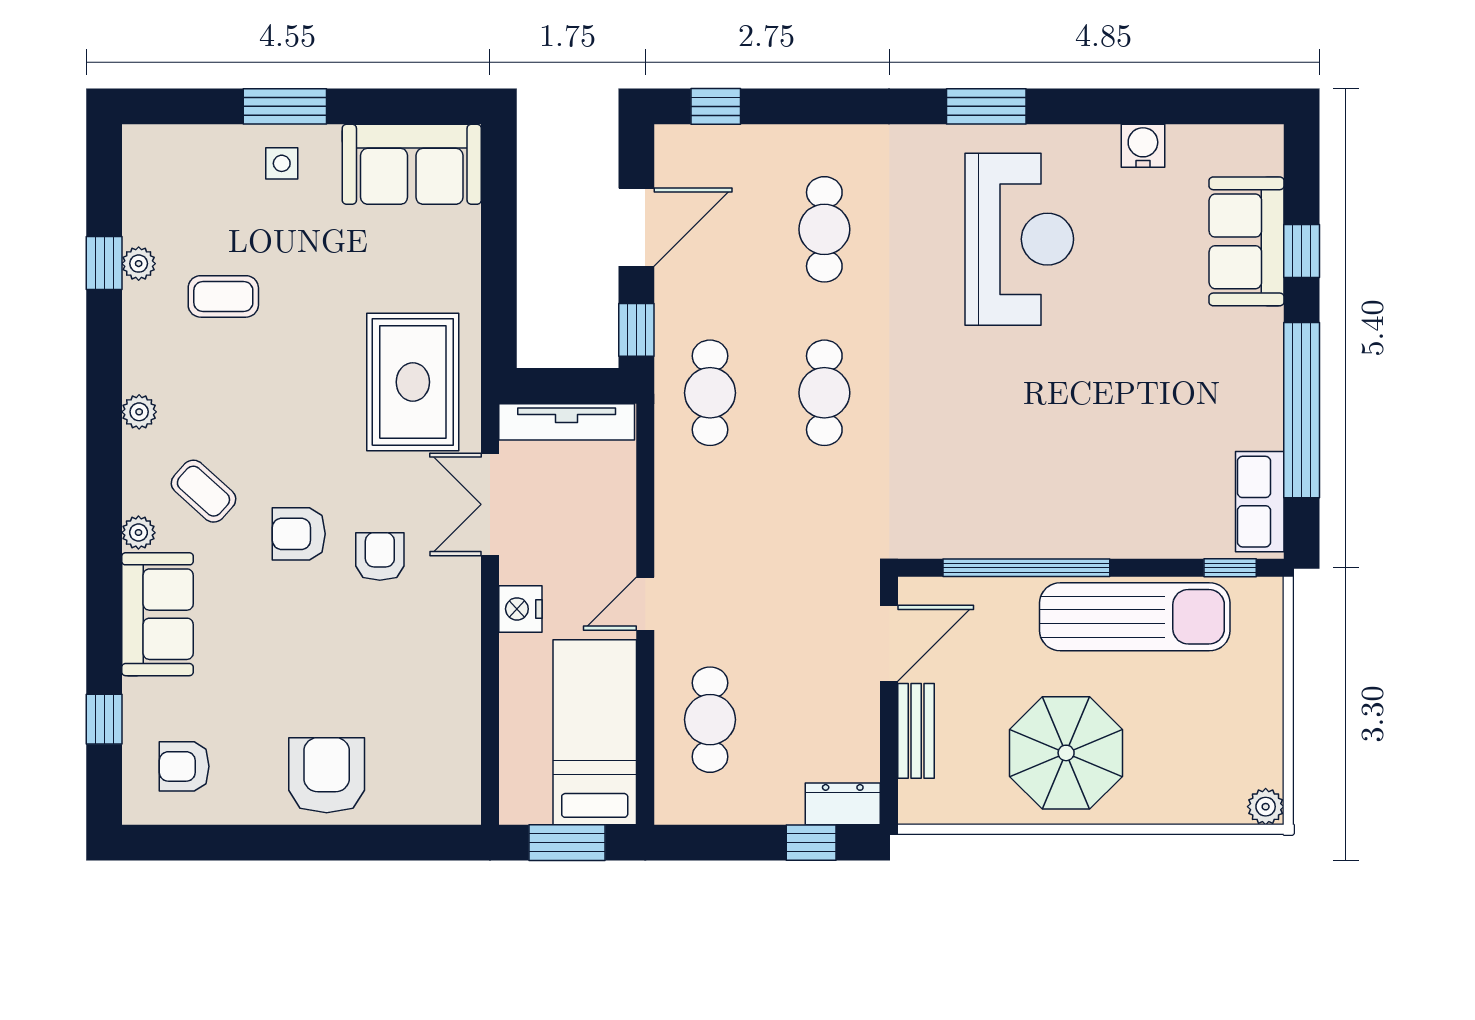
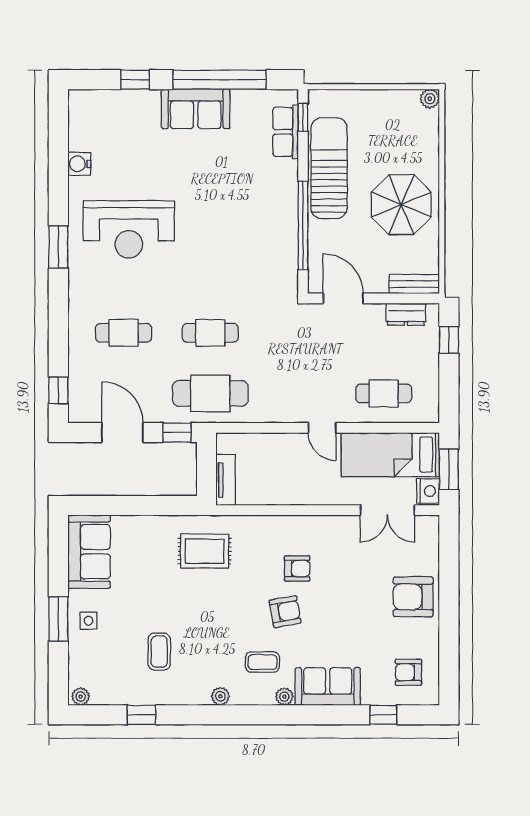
reception desk: (1019, 239) -> (129, 229), turned 180
sofa: (1246, 241) -> (196, 109), moved
plant: (139, 264) -> (81, 697), moved
rug: (413, 382) -> (205, 551), width x0.73, depth x0.70
cafe table: (710, 393) -> (210, 393), width x1.37, depth x1.35
tv unit: (567, 422) -> (226, 480), width x0.71
coffee table: (203, 491) -> (262, 662), turned 48
row of seats: (1260, 502) -> (286, 132), moved, turned 90
double door: (490, 504) -> (387, 510), moved
armchair: (299, 534) -> (285, 612), turned -100
armchair: (380, 557) -> (297, 569), turned 180
nightstand: (520, 609) -> (428, 491), moved, turned -90
bench: (916, 731) -> (414, 284), moved
armchair: (184, 766) -> (408, 672), turned 90
dresser: (843, 804) -> (406, 314), moved, turned -90

